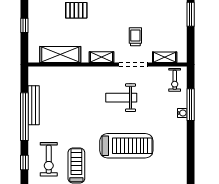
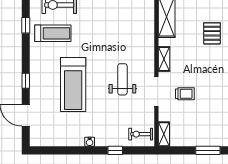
shelving: (165, 57) -> (164, 134), moved
window: (191, 105) -> (115, 150), width x0.46
water cooler: (182, 113) -> (90, 142), moved

